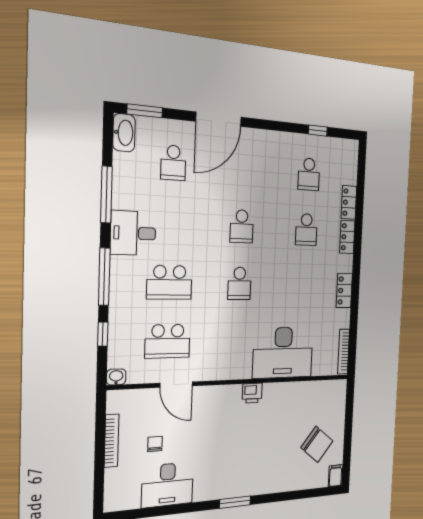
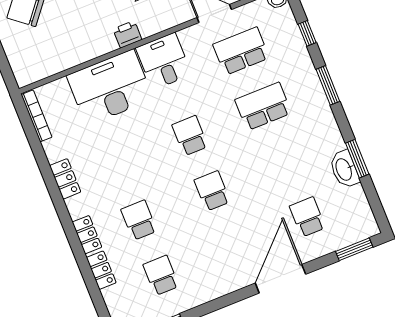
washbasin: (124, 133) -> (344, 169), moved
window: (106, 195) -> (357, 159), width x0.69
desk: (133, 233) -> (164, 61), moved, turned -90
window: (104, 277) -> (328, 85), width x0.69

